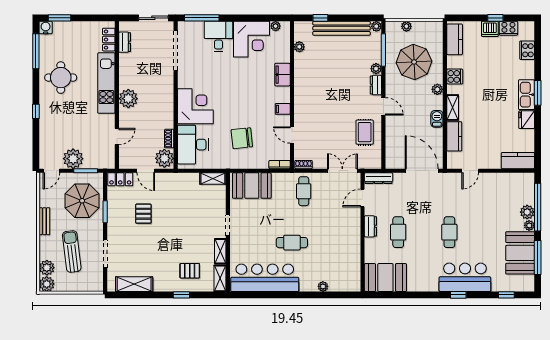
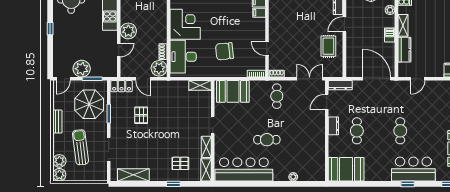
plant: (128, 99) -> (128, 31), moved
door: (383, 106) -> (344, 24), swing flipped
filing cabinet: (283, 109) -> (259, 13), moved

